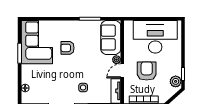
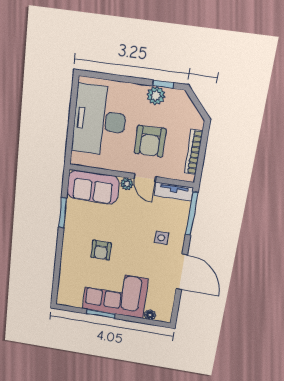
corner sofa: (37, 42) -> (115, 294), moved
armchair: (147, 71) -> (150, 141), turned -90
plant: (176, 81) -> (156, 96), moved

